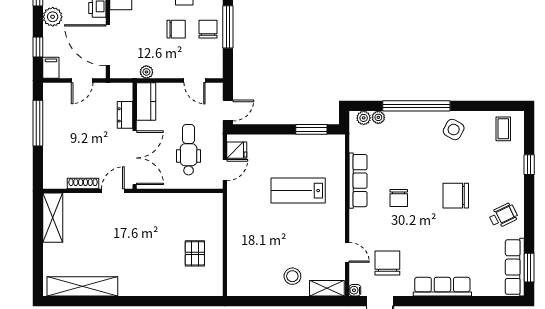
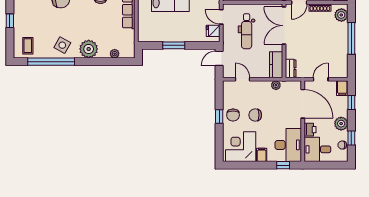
window: (228, 27) -> (219, 117), width x0.46
window: (416, 106) -> (51, 62), moved
dresser: (125, 115) -> (291, 69), moved
plant: (364, 118) -> (89, 49), moved, width x1.87, depth x1.87
window: (38, 123) -> (351, 38), moved
window: (311, 129) -> (174, 45), moved
door: (225, 170) -> (221, 17), hinge flipped
plant: (52, 173) -> (341, 15), added

